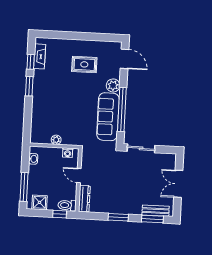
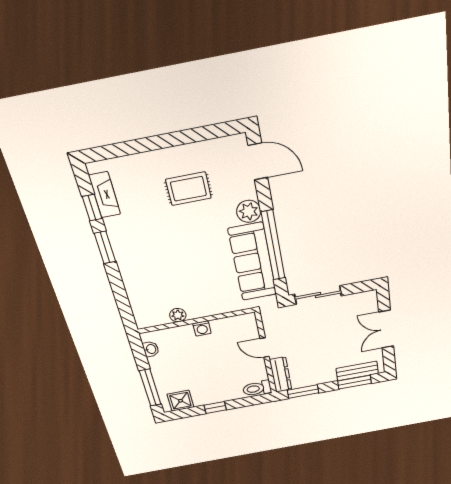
door: (79, 175) -> (265, 348), moved
wall: (79, 180) -> (266, 353), moved
dresser: (84, 199) -> (281, 375), moved
toilet: (67, 205) -> (257, 388), moved

